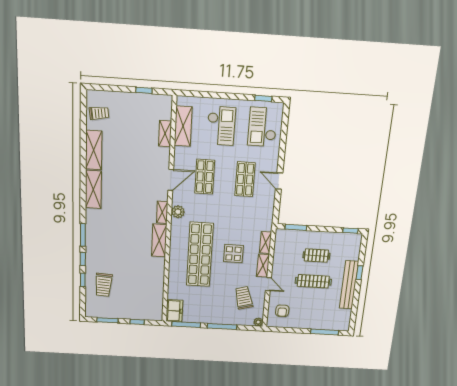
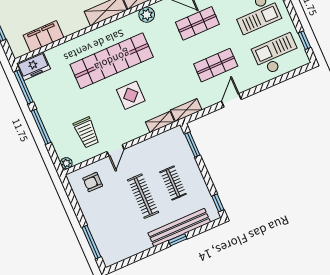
shelving: (263, 266) -> (186, 110), moved
bench: (349, 285) -> (179, 228), moved
filing cabinet: (156, 294) -> (44, 36), added
trolley: (244, 298) -> (86, 133), turned 105

